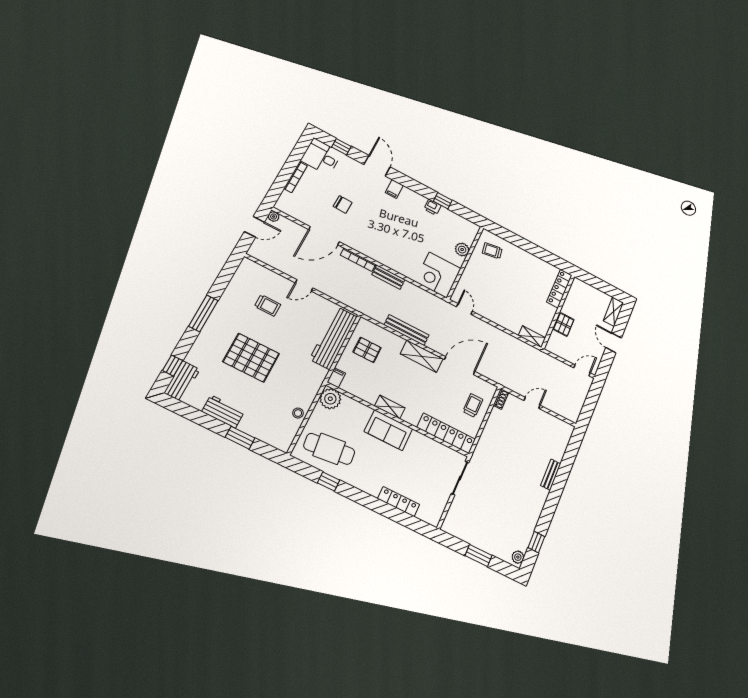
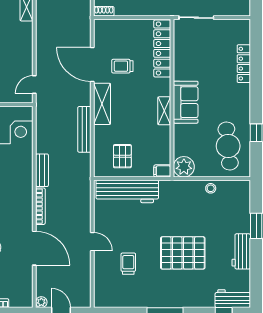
pallet: (251, 358) -> (183, 253), turned 90
trolley: (473, 405) -> (122, 66), moved

